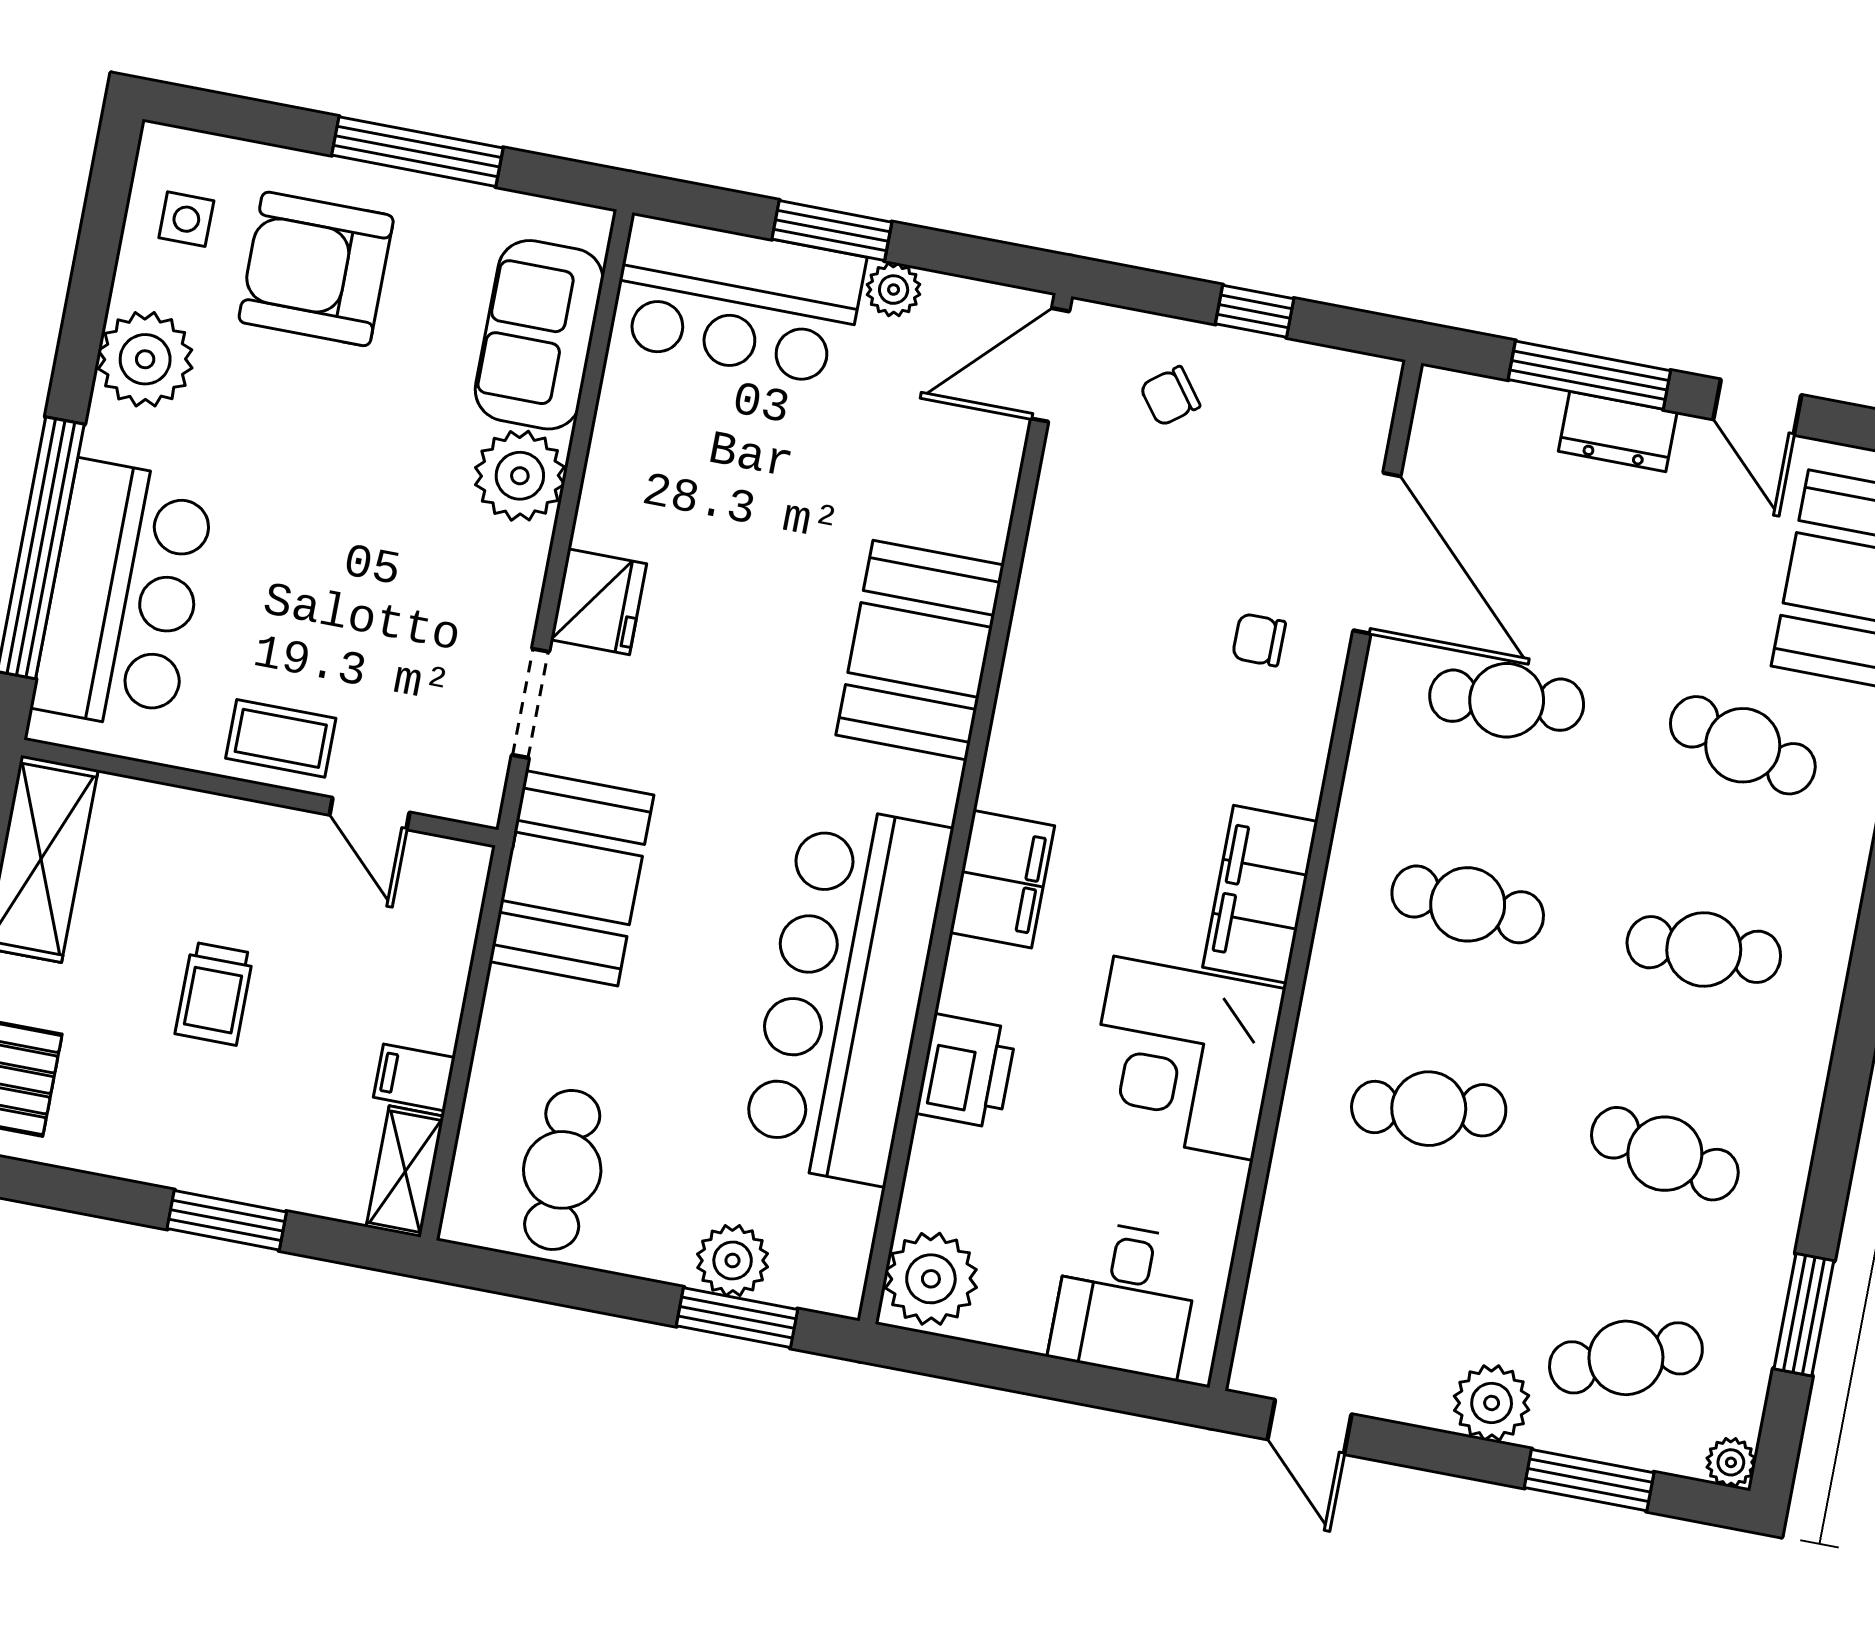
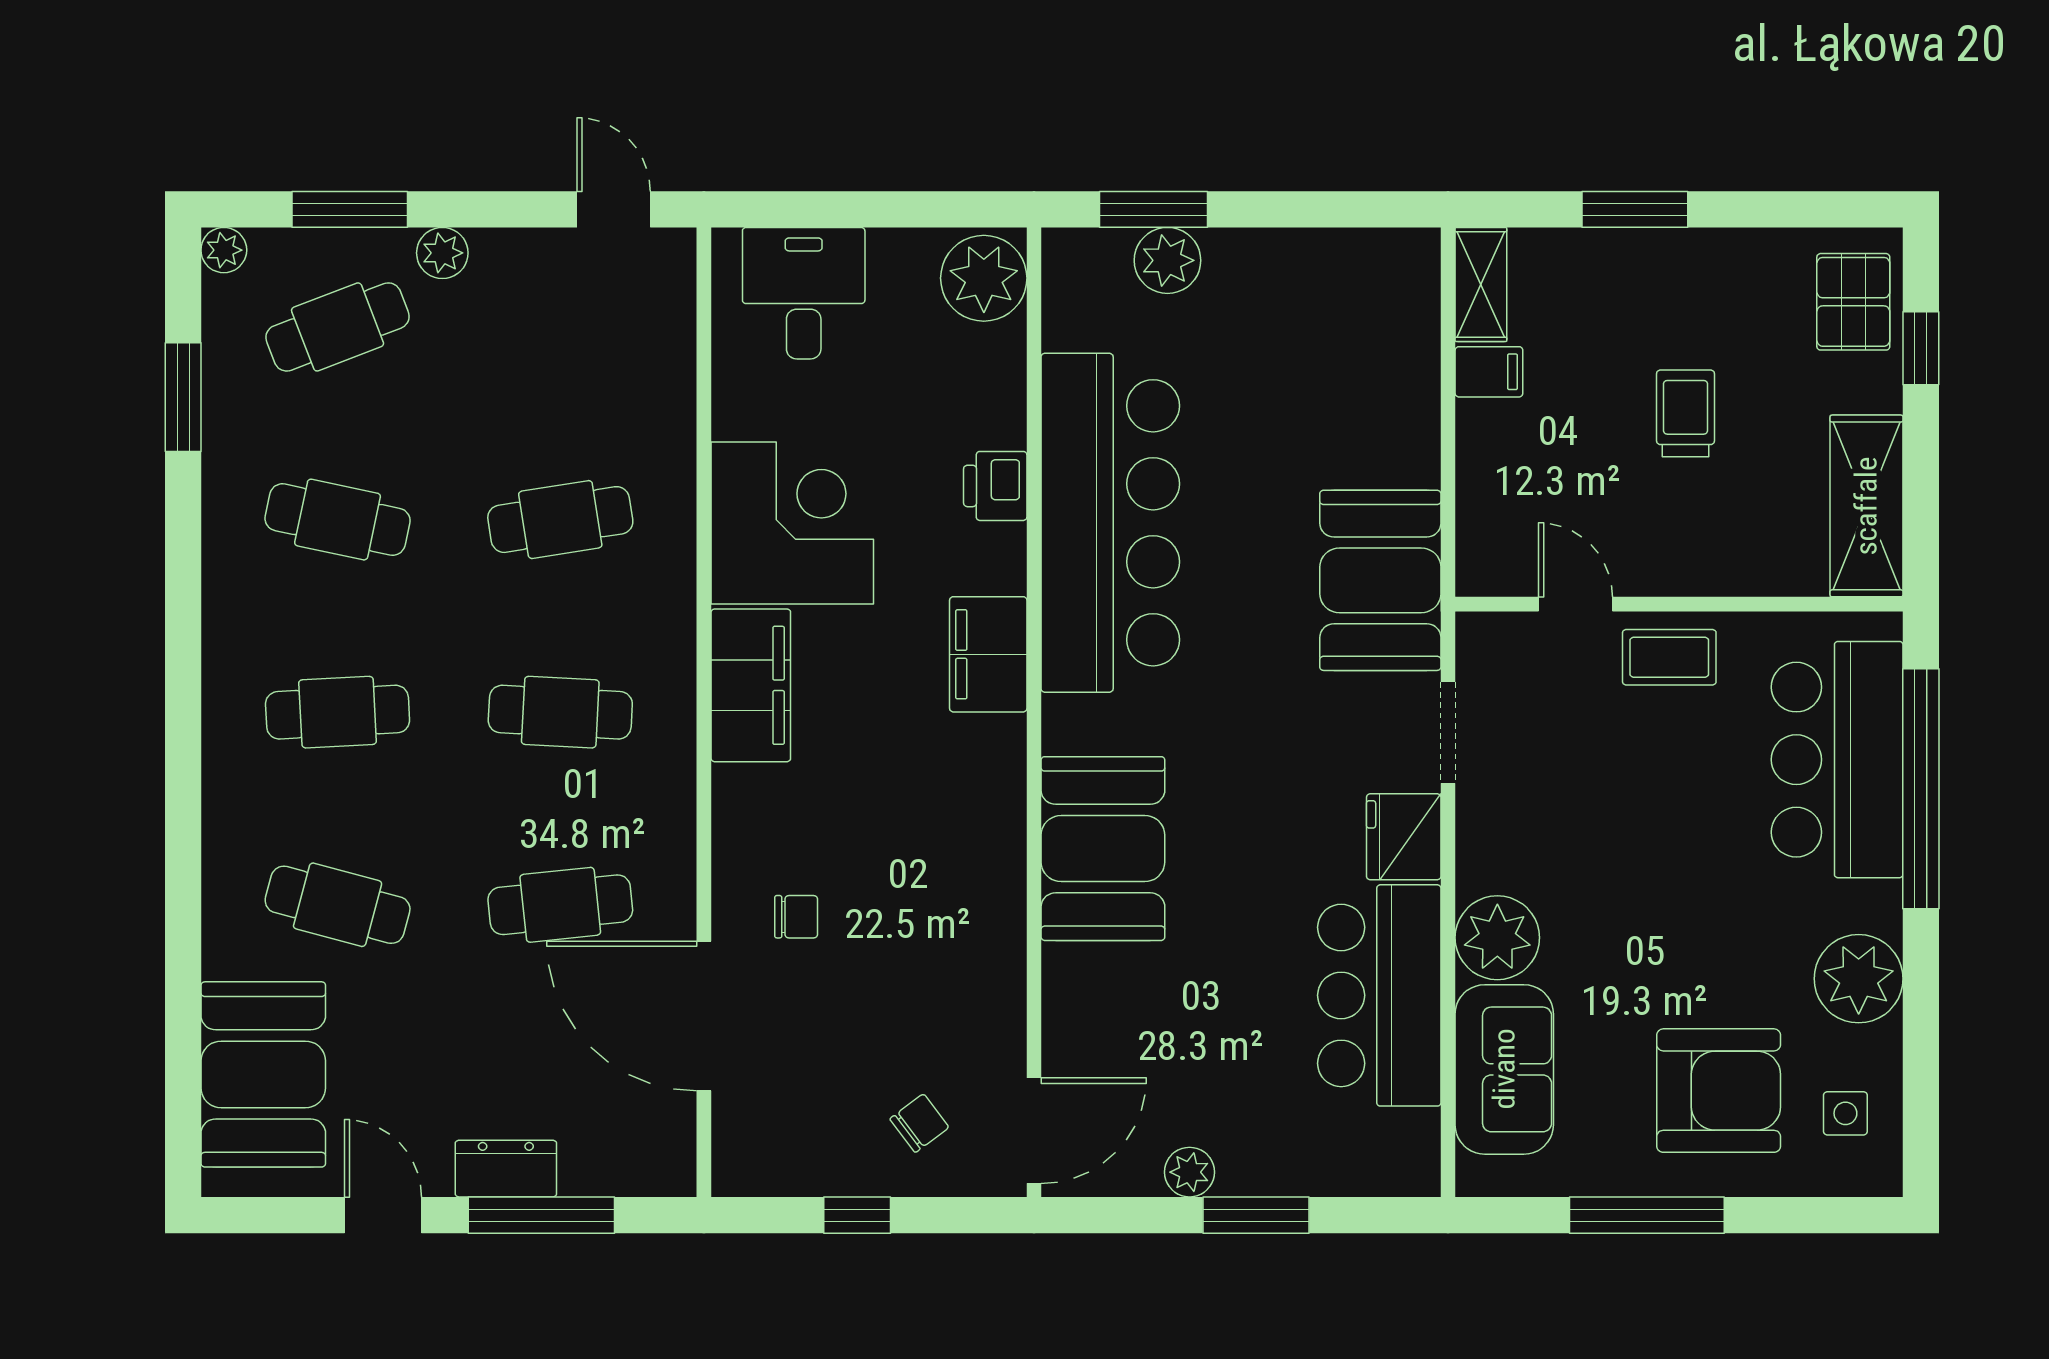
bar counter: (737, 300) -> (1379, 995), moved, turned -90
printer: (966, 1071) -> (995, 486), width x0.73, depth x0.81
cafe table: (562, 1170) -> (1338, 313), removed
plant: (1492, 1403) -> (442, 253), width x0.73, depth x0.73

